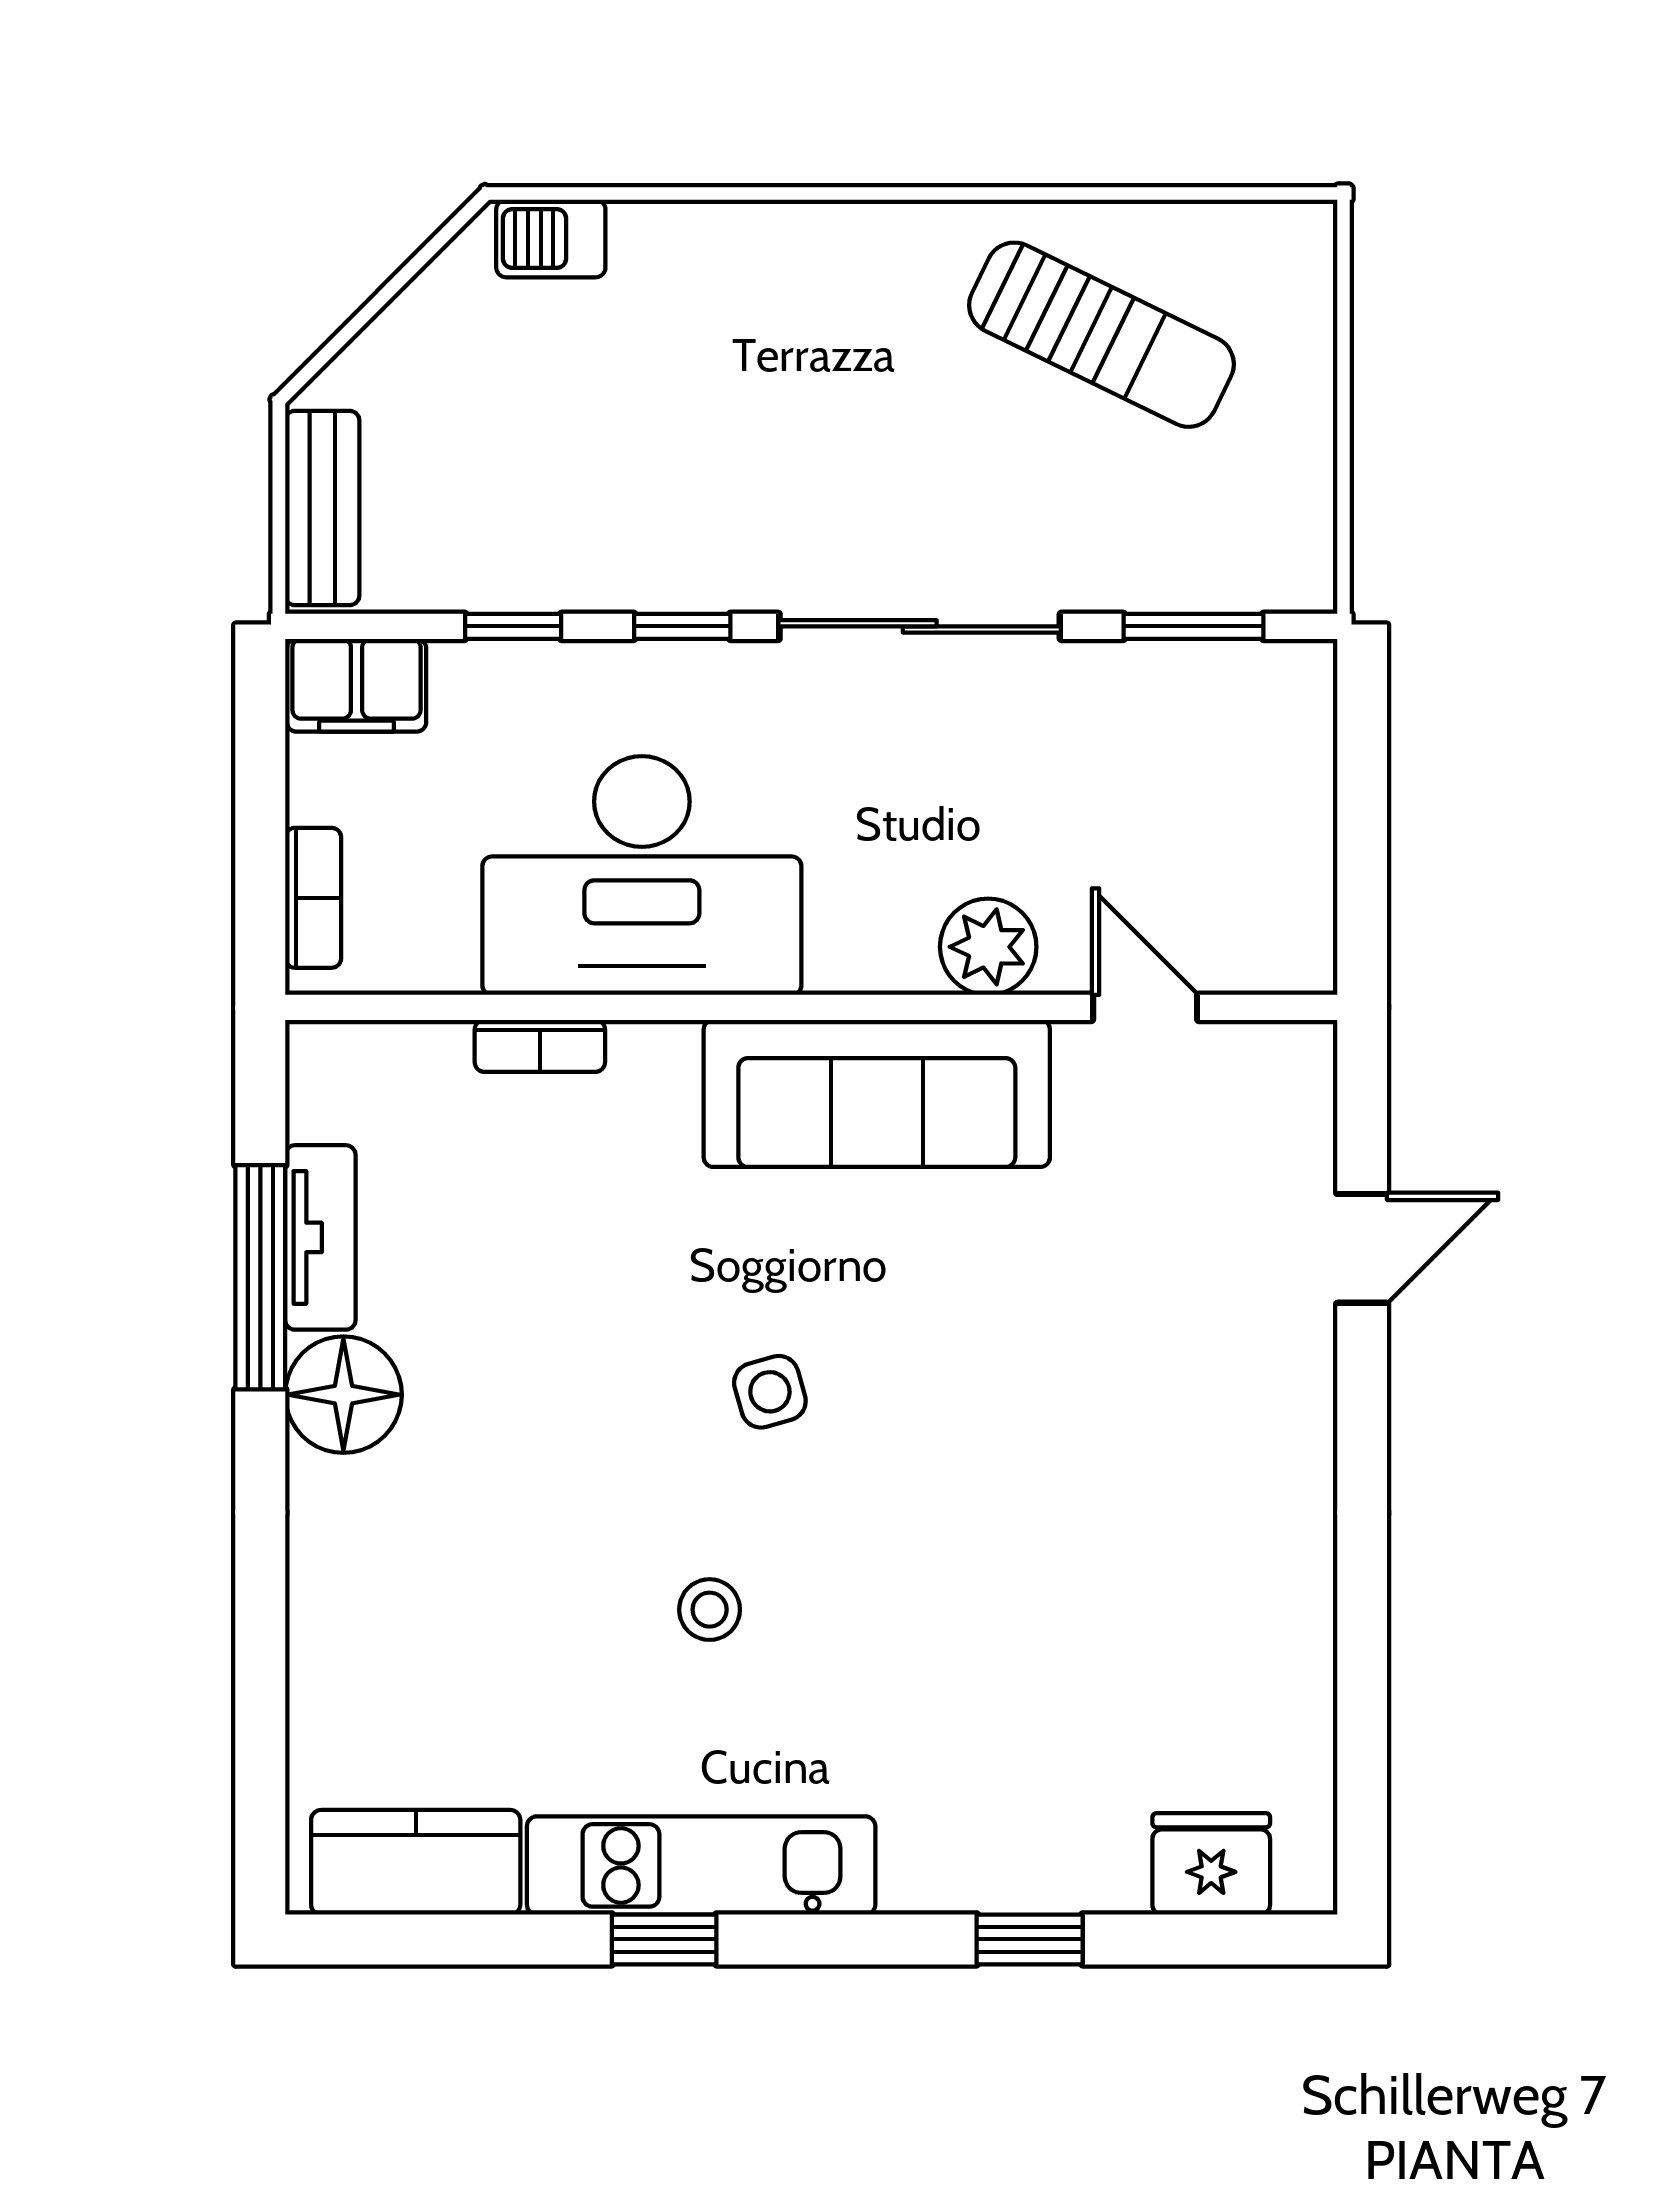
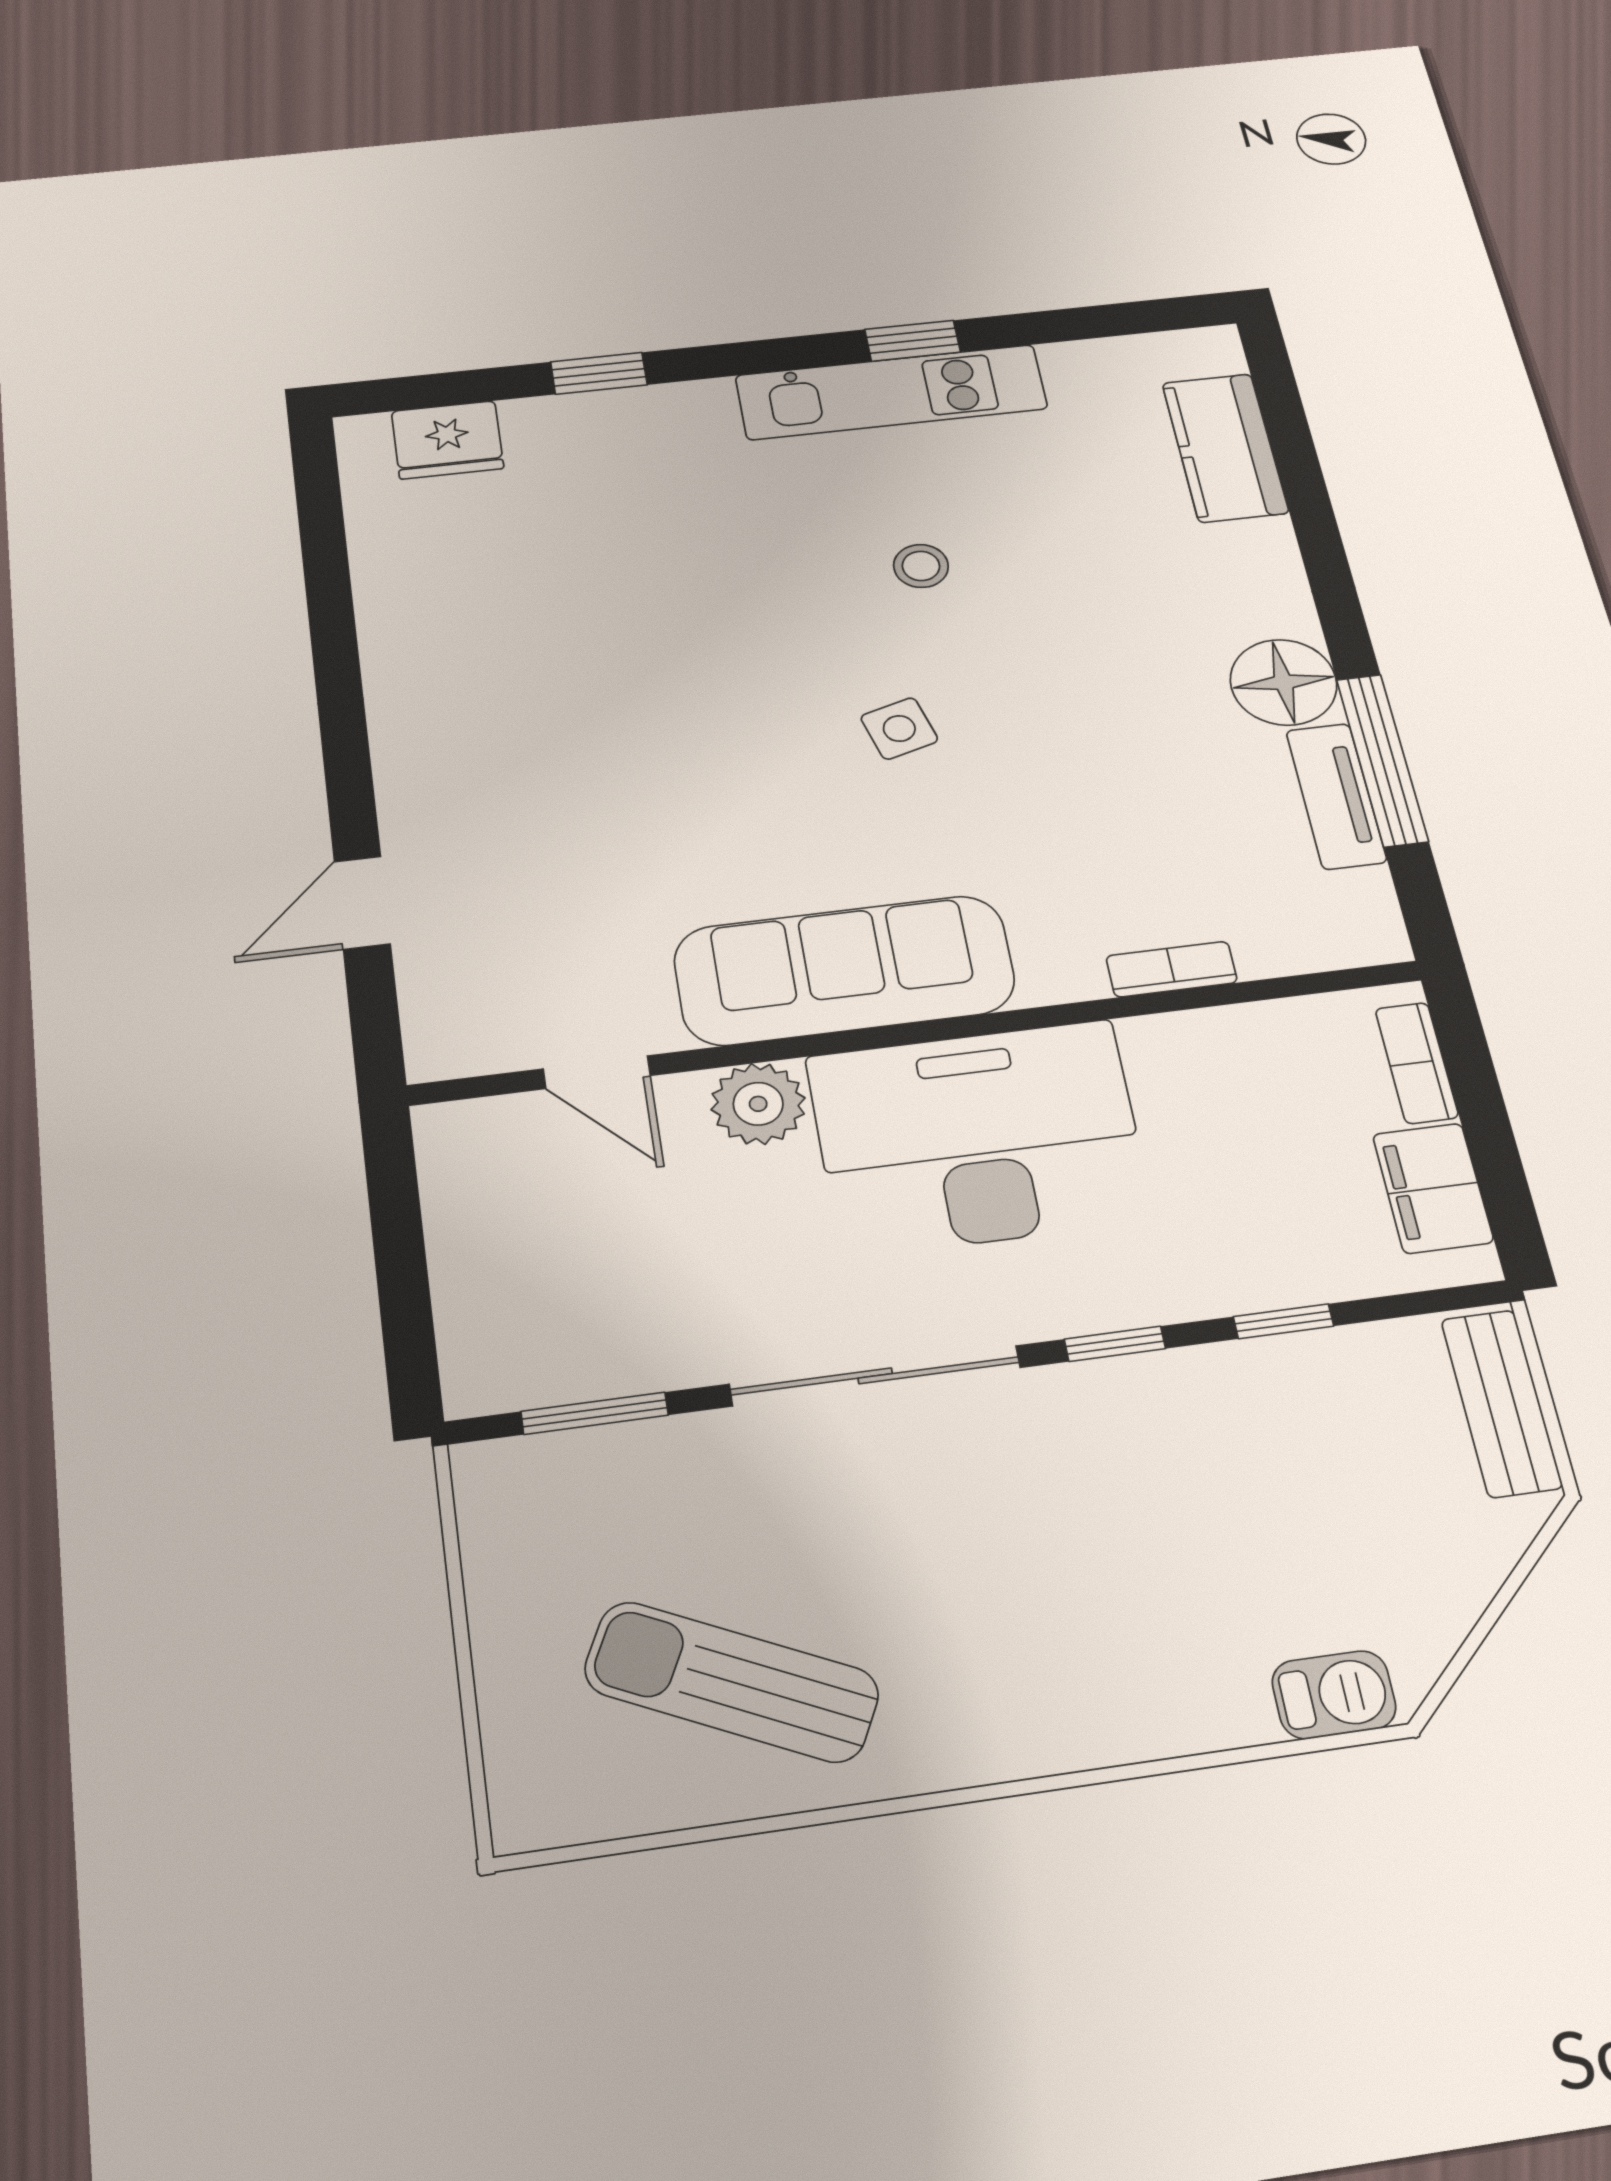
filing cabinet: (357, 685) -> (1433, 1188), moved, turned -90
desk: (642, 876) -> (979, 1138), moved
kitchen counter: (416, 1862) -> (1225, 448), moved, turned 90

